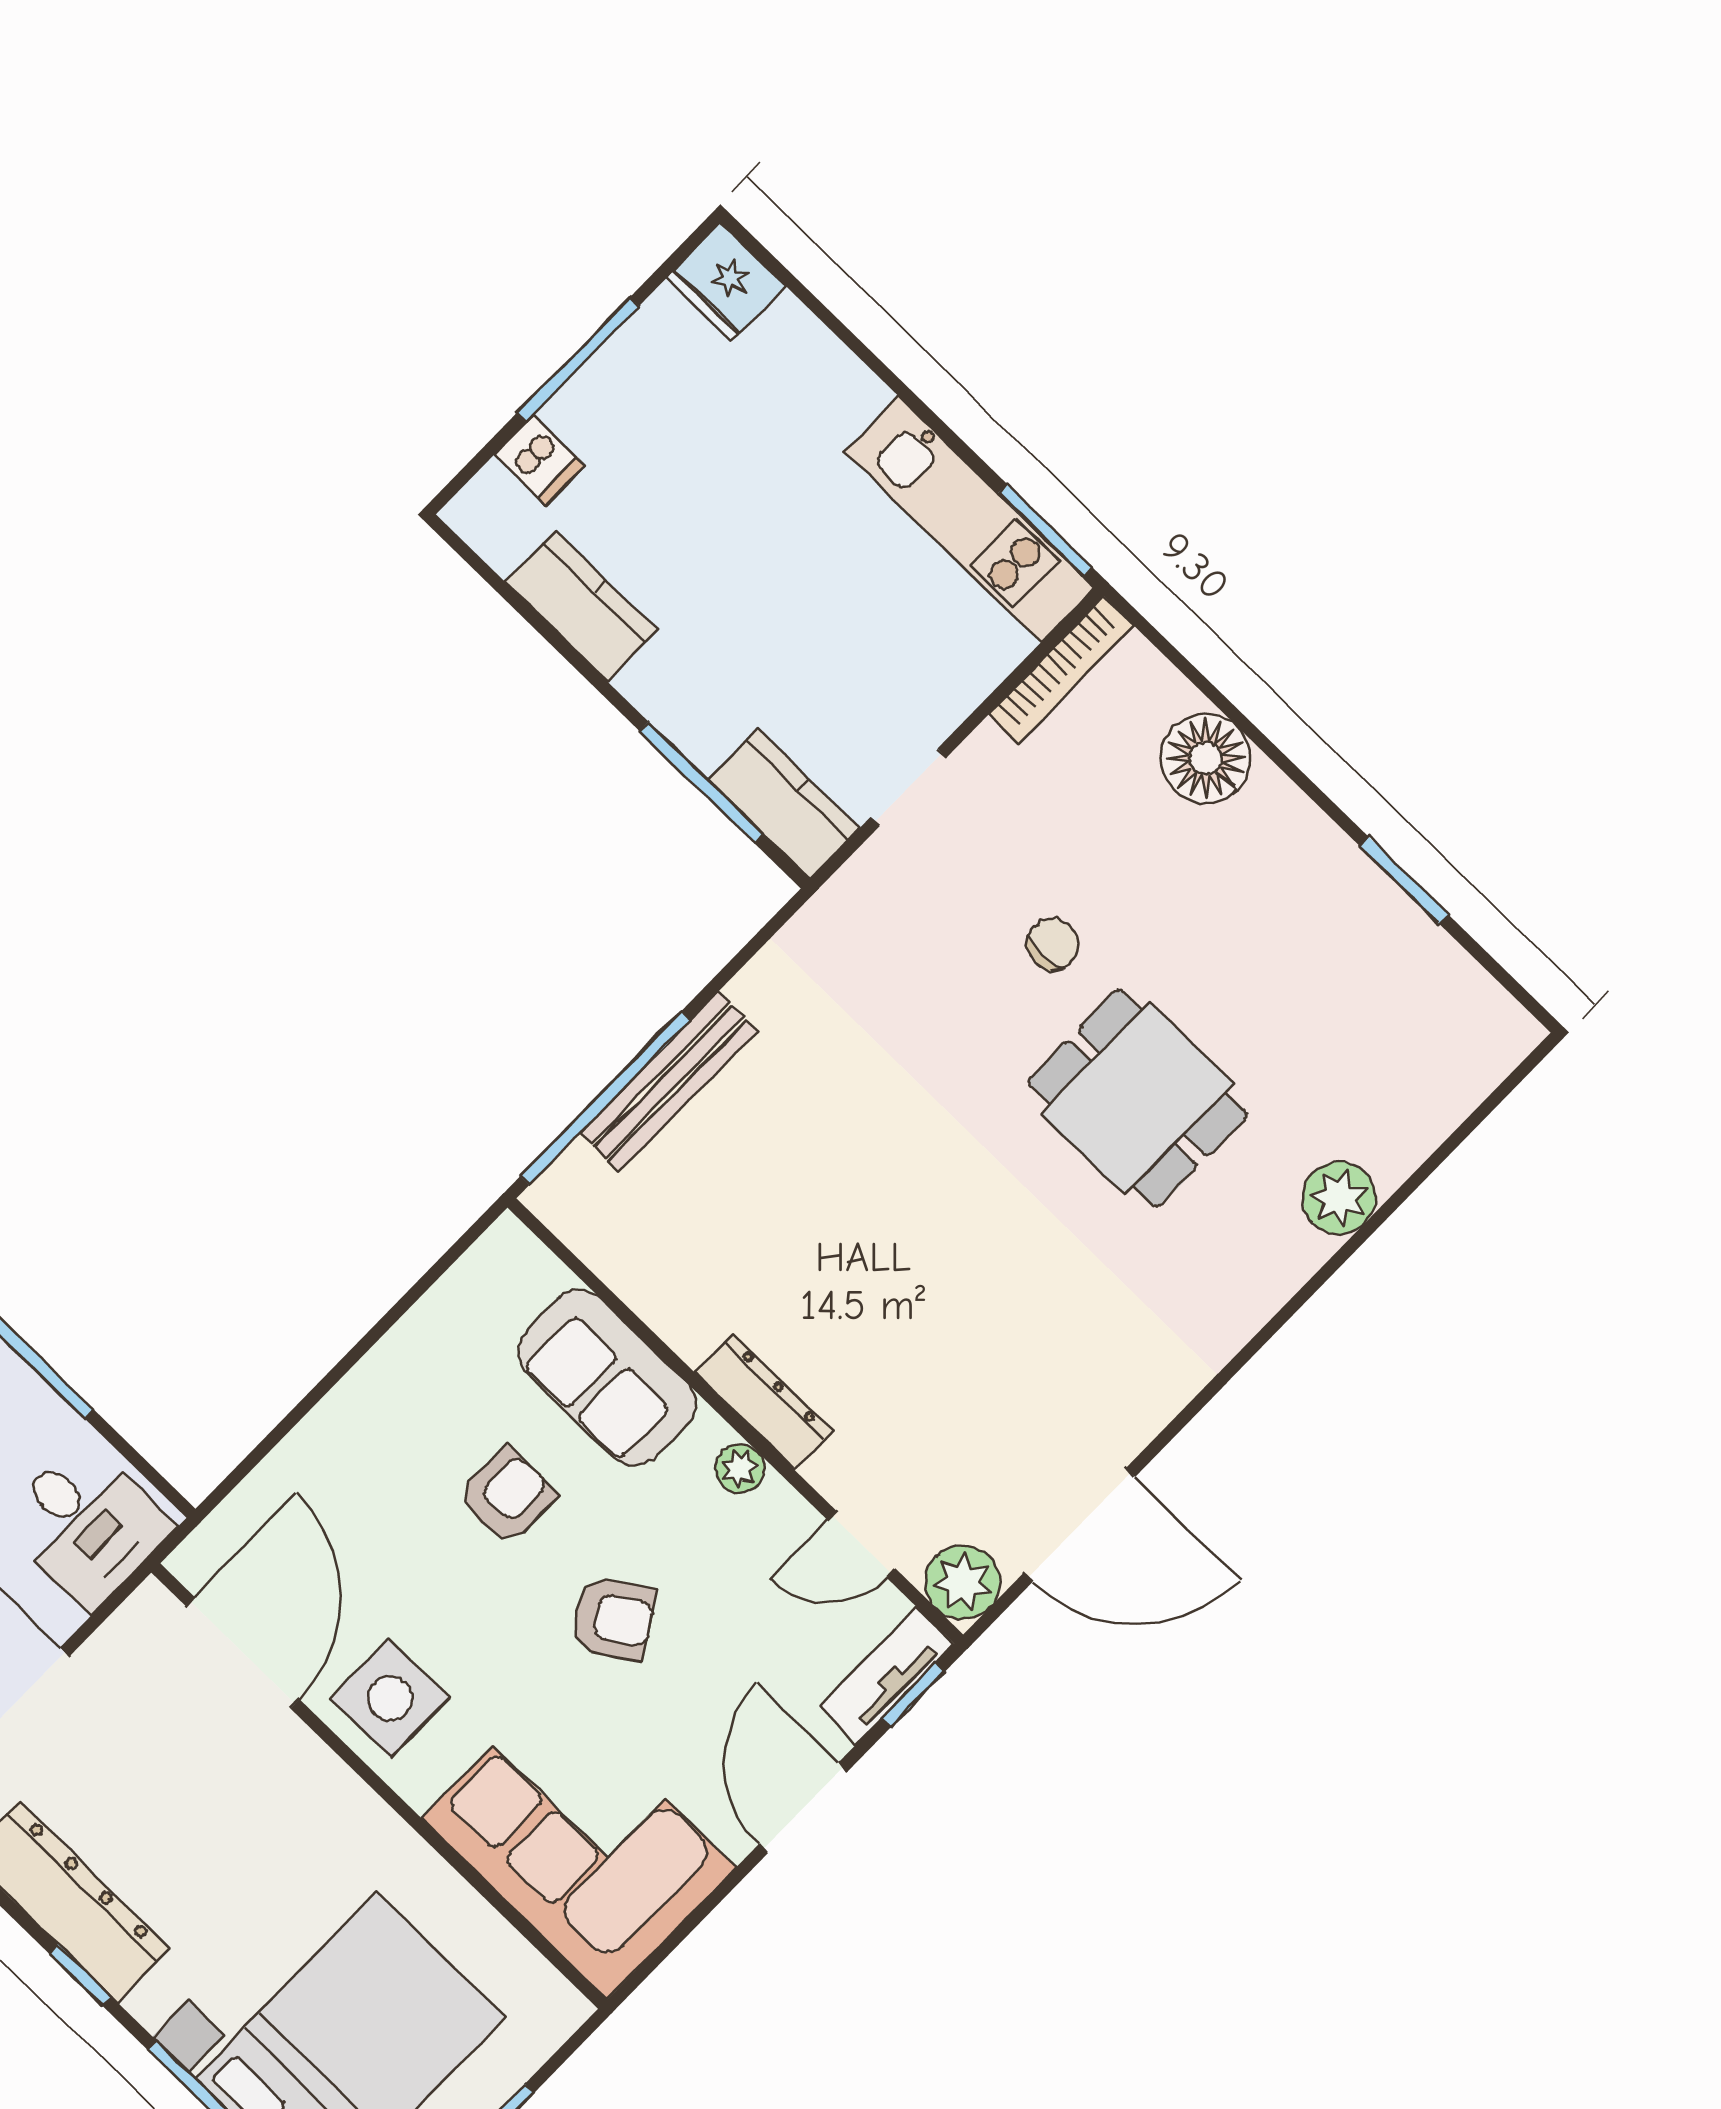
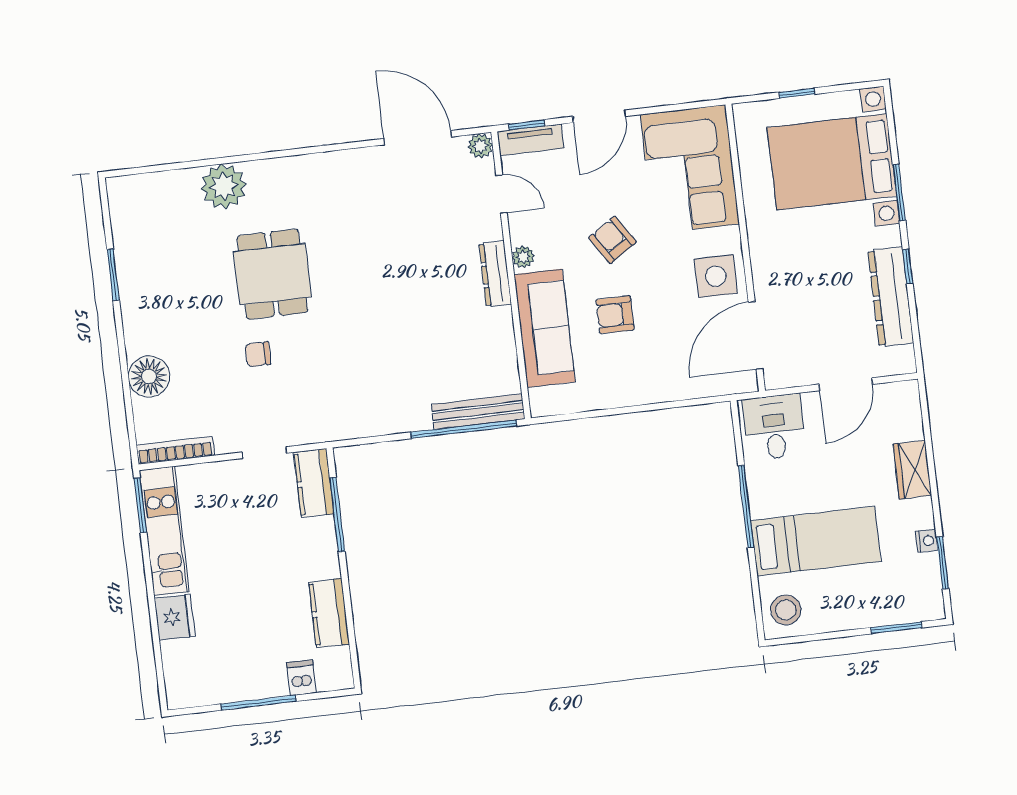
fridge: (726, 282) -> (175, 617), moved
bench: (669, 1082) -> (478, 412), moved
plant: (1339, 1198) -> (224, 186), width x1.36, depth x1.36
sofa: (607, 1378) -> (545, 328), width x1.36
plant: (963, 1582) -> (480, 146), width x0.73, depth x0.73

